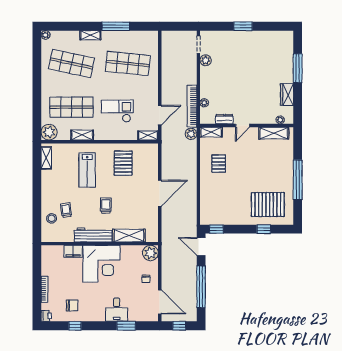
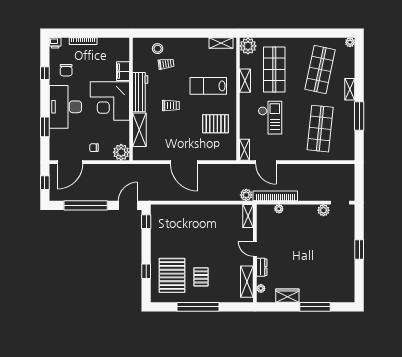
dresser: (224, 119) -> (262, 267), moved
pallet: (219, 164) -> (201, 277), moved, turned 90
desk: (117, 310) -> (65, 107), width x1.87, depth x1.30

